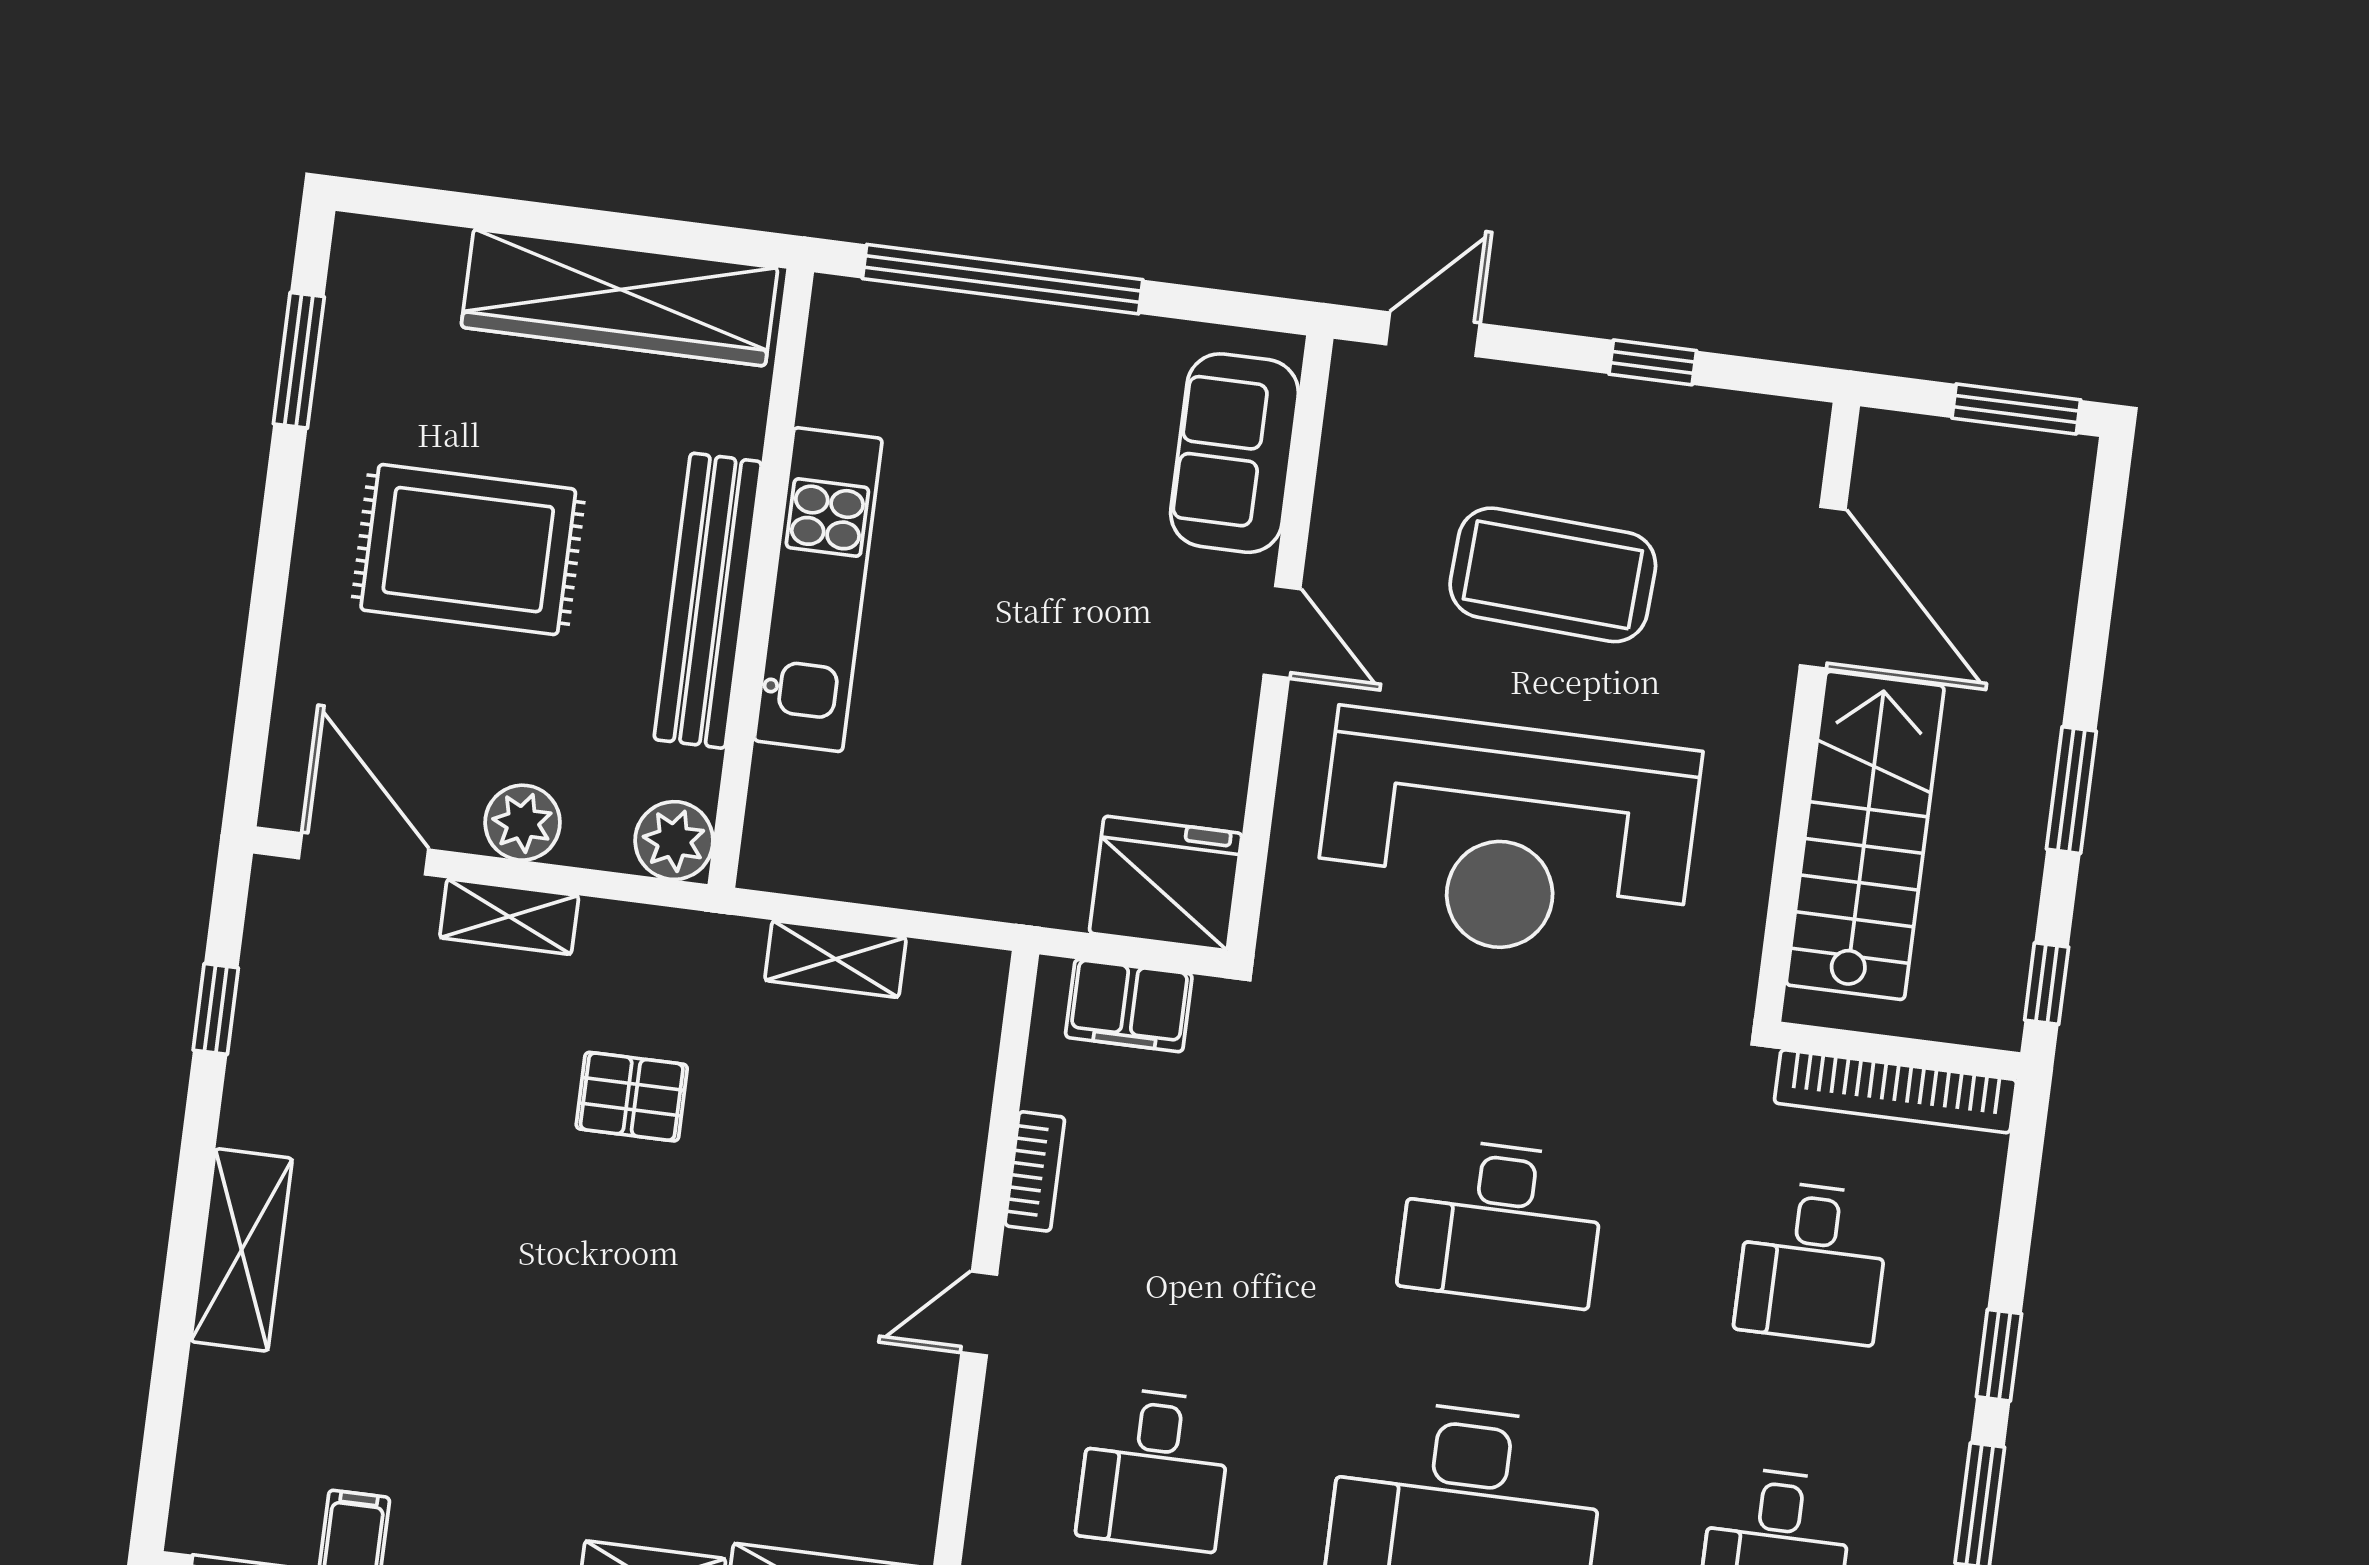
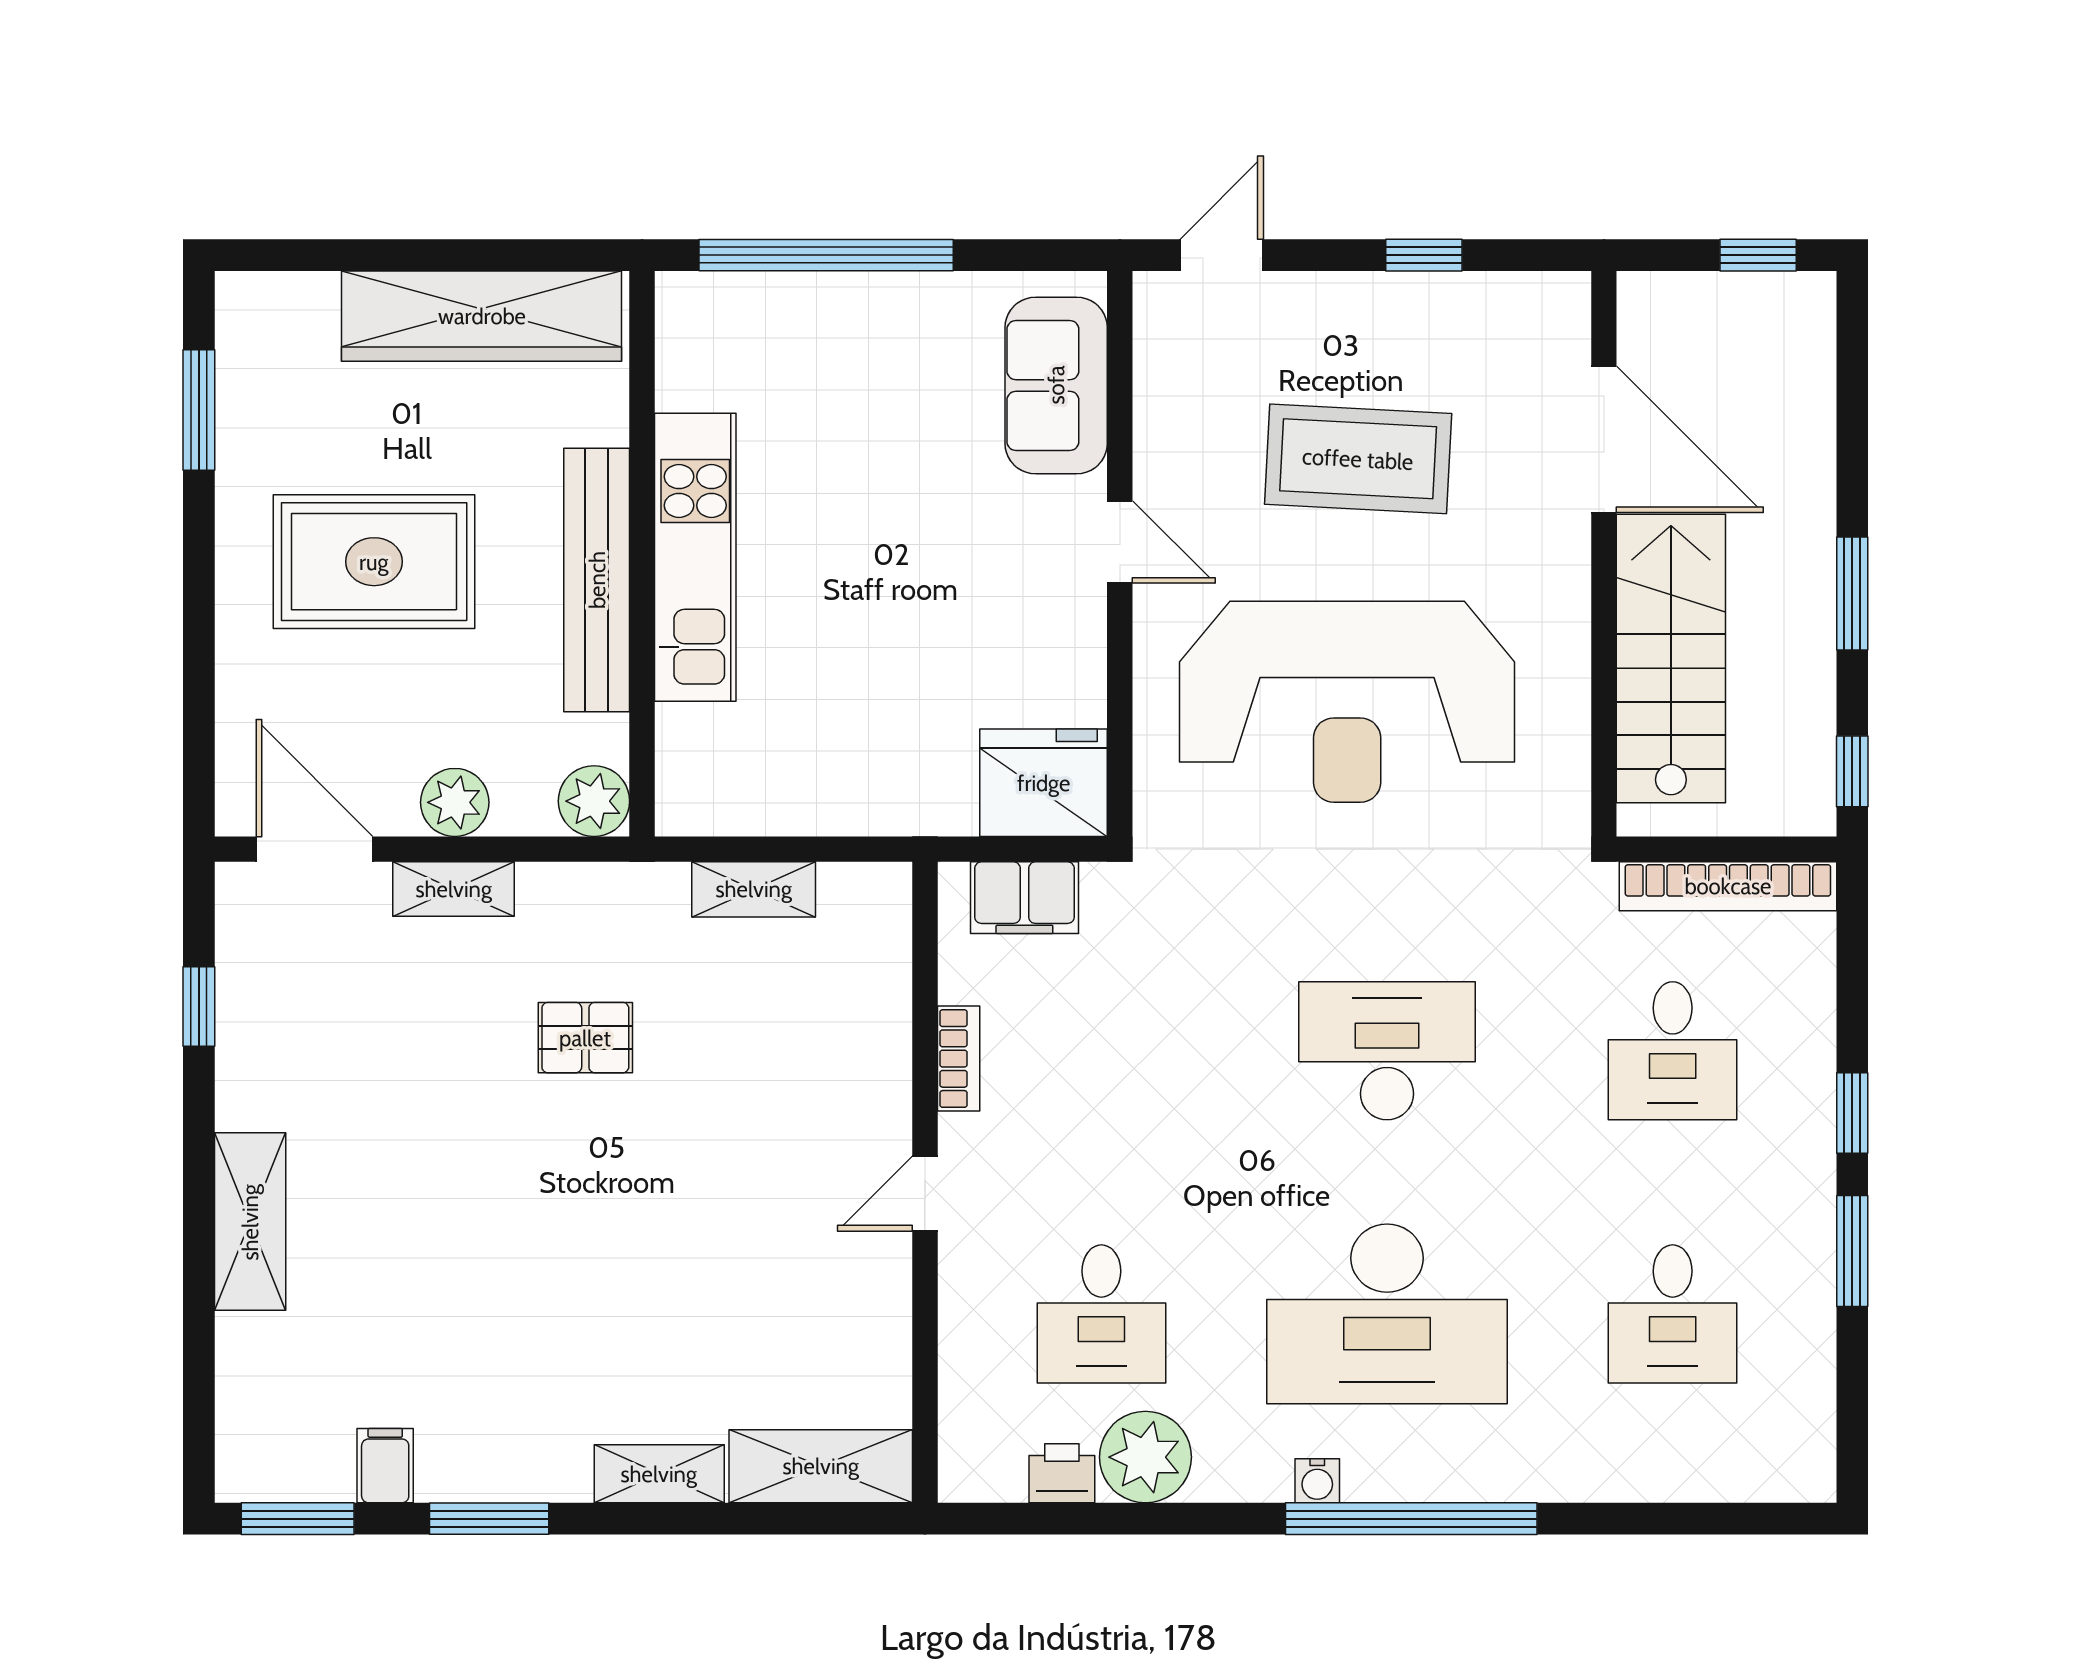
window: (2016, 409) -> (1758, 255), width x0.67
desk: (1502, 1223) -> (1387, 1051), turned 180

